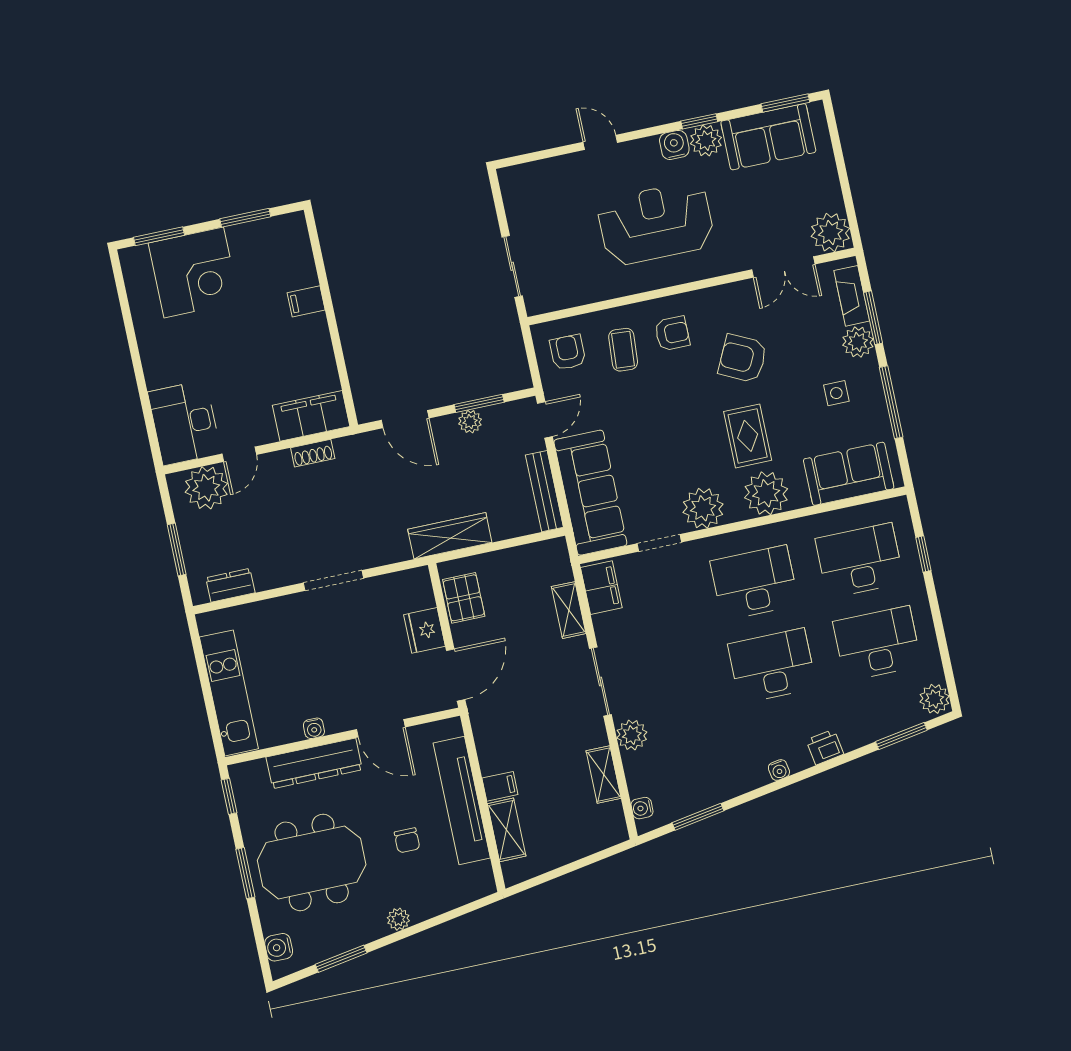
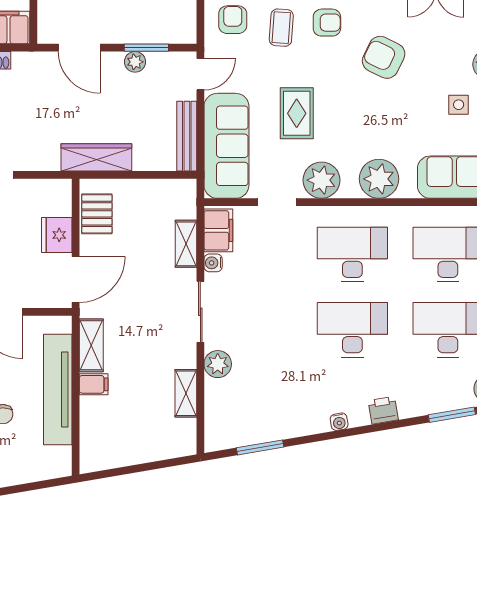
rug: (748, 436) -> (297, 113), moved
water cooler: (642, 808) -> (213, 263), moved
shelving: (507, 830) -> (91, 345), moved

